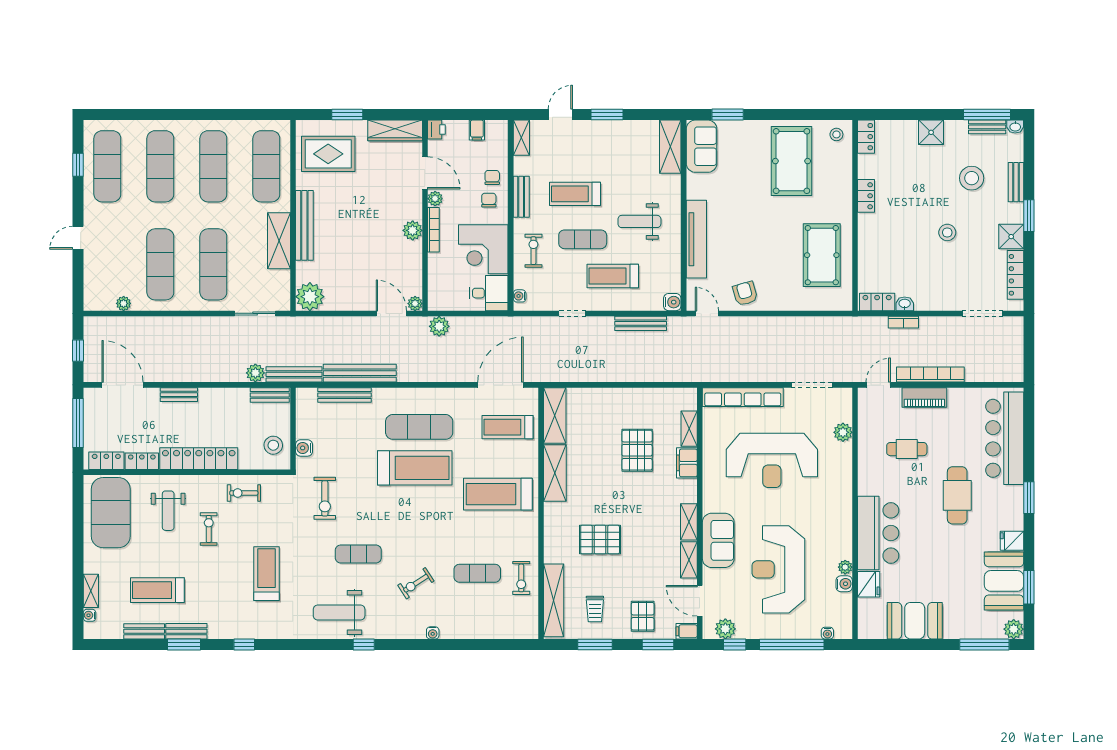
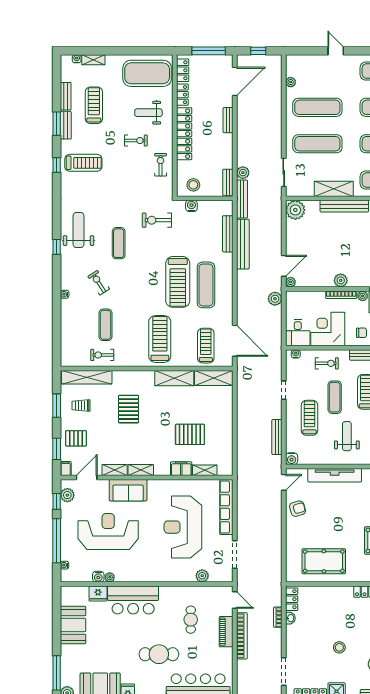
treadmill: (266, 574) -> (83, 163), moved

